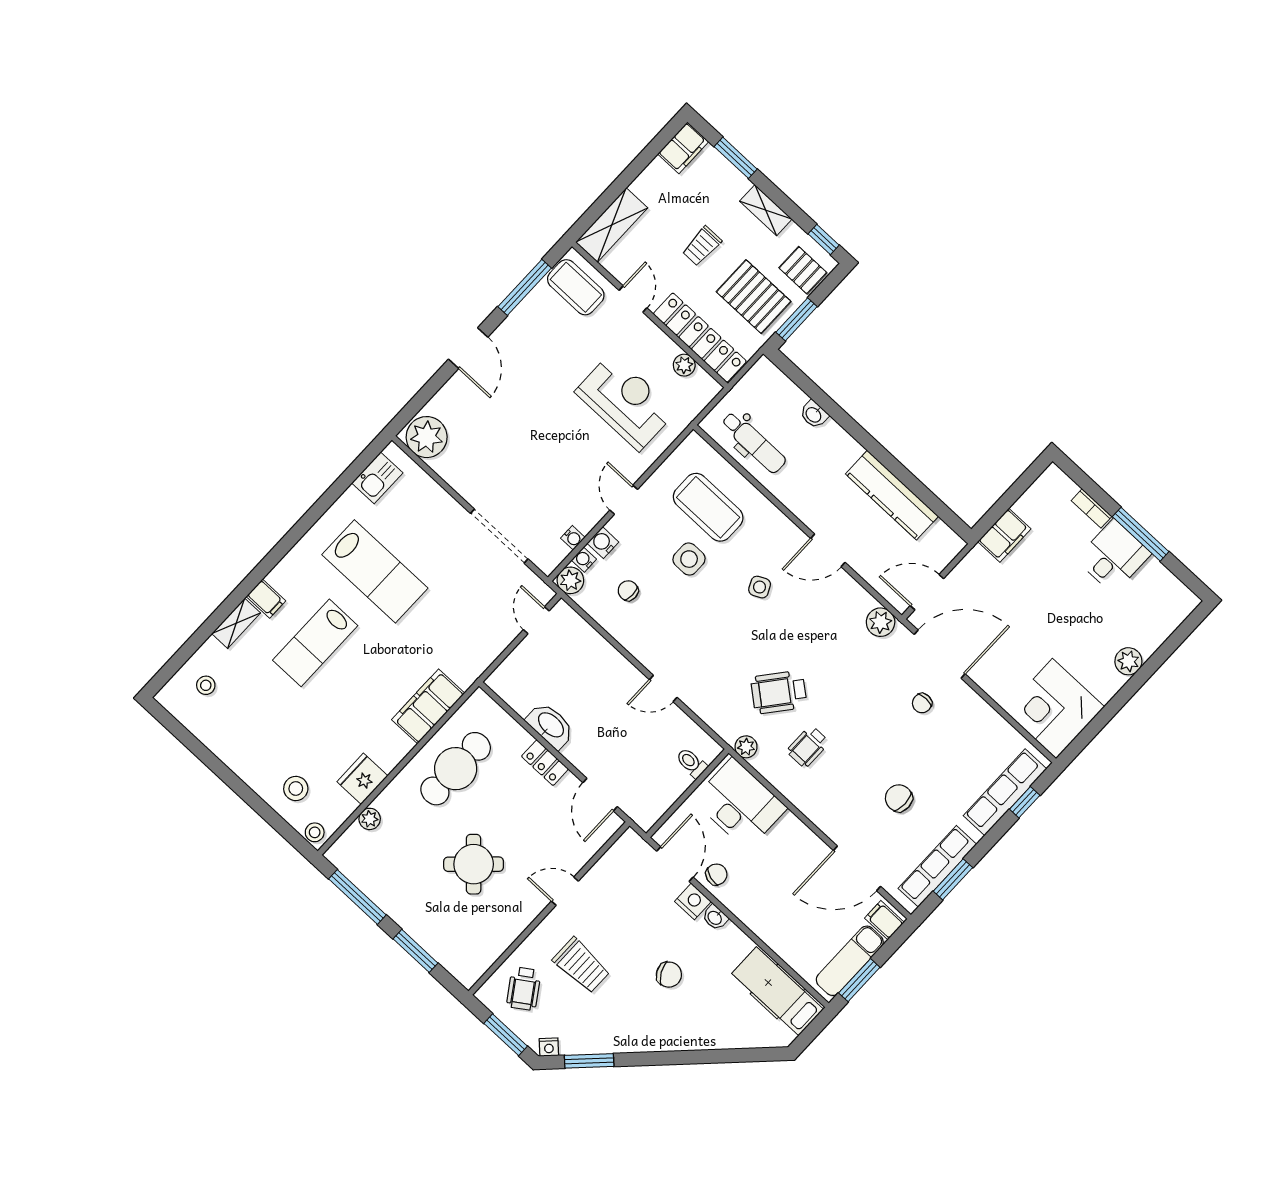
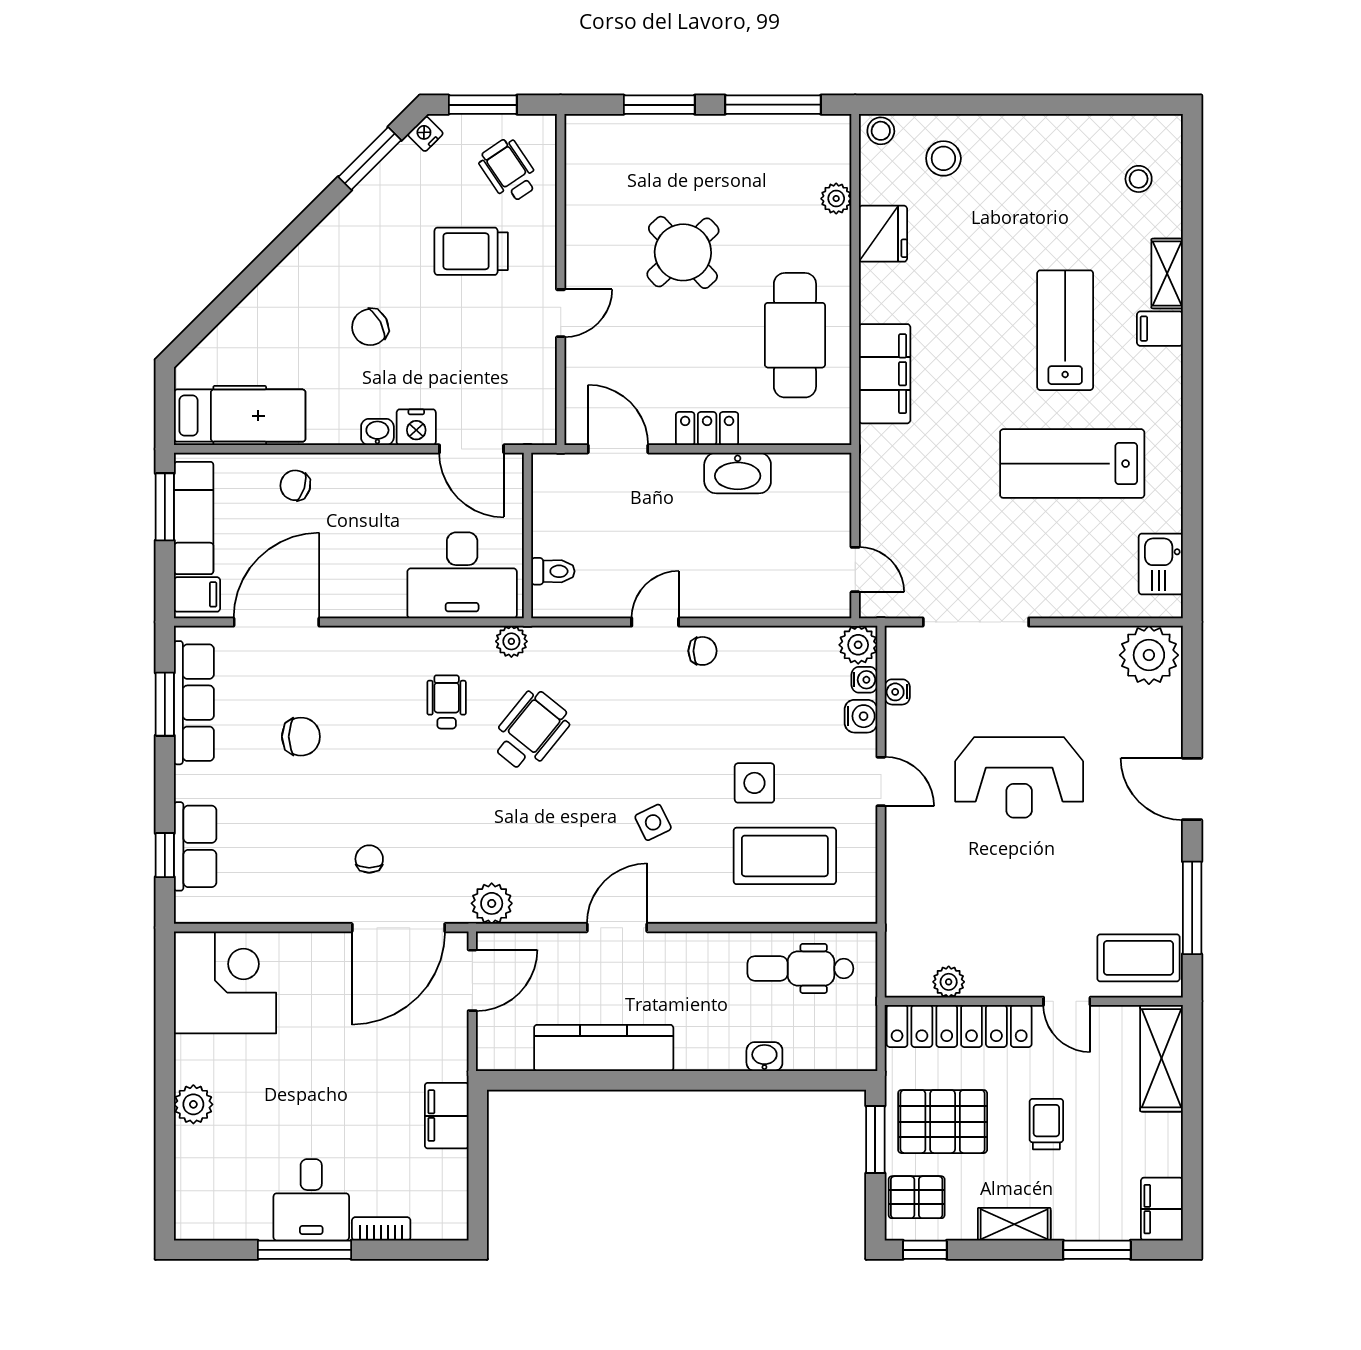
reception desk: (625, 402) -> (1019, 777), moved
chair: (628, 591) -> (702, 651), moved
row of seats: (1005, 792) -> (195, 846), width x0.68
chair: (716, 874) -> (295, 485), moved, turned 90

